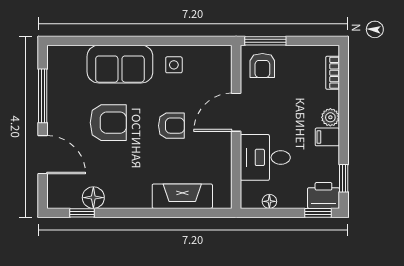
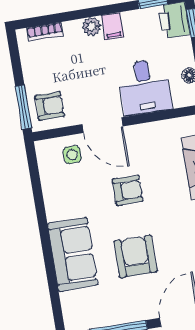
side table: (174, 65) -> (72, 155), moved
armchair: (171, 126) -> (128, 190), turned 90

